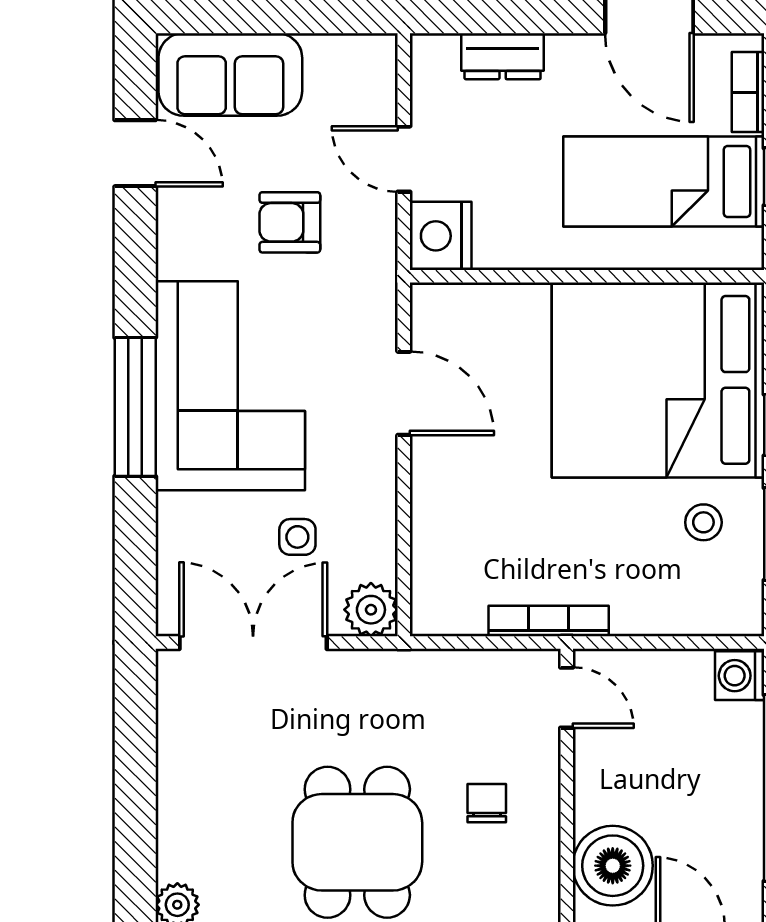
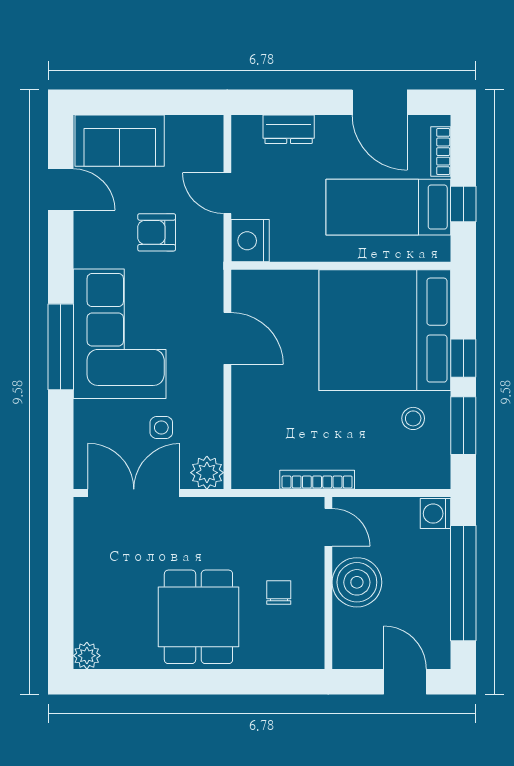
boiler: (613, 866) -> (357, 582), moved

